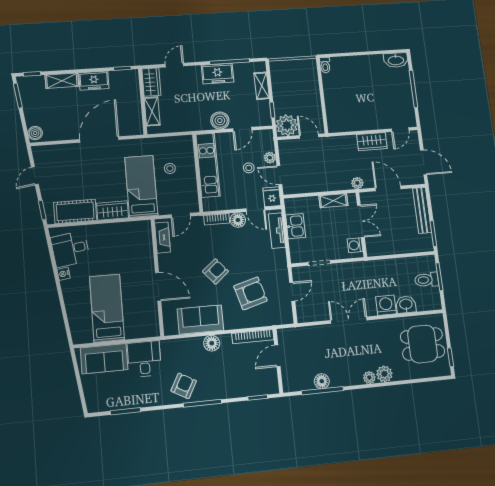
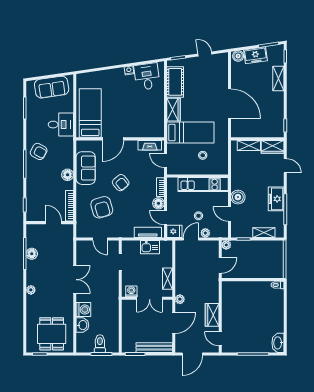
freezer: (94, 81) -> (256, 55), moved, turned -98
plant: (287, 125) -> (226, 245), width x0.53, depth x0.53
door: (255, 209) -> (166, 218), hinge flipped
bed: (107, 308) -> (90, 113), moved, turned -90
sofa: (104, 359) -> (52, 87), moved, turned -98
plant: (384, 374) -> (32, 302), removed

